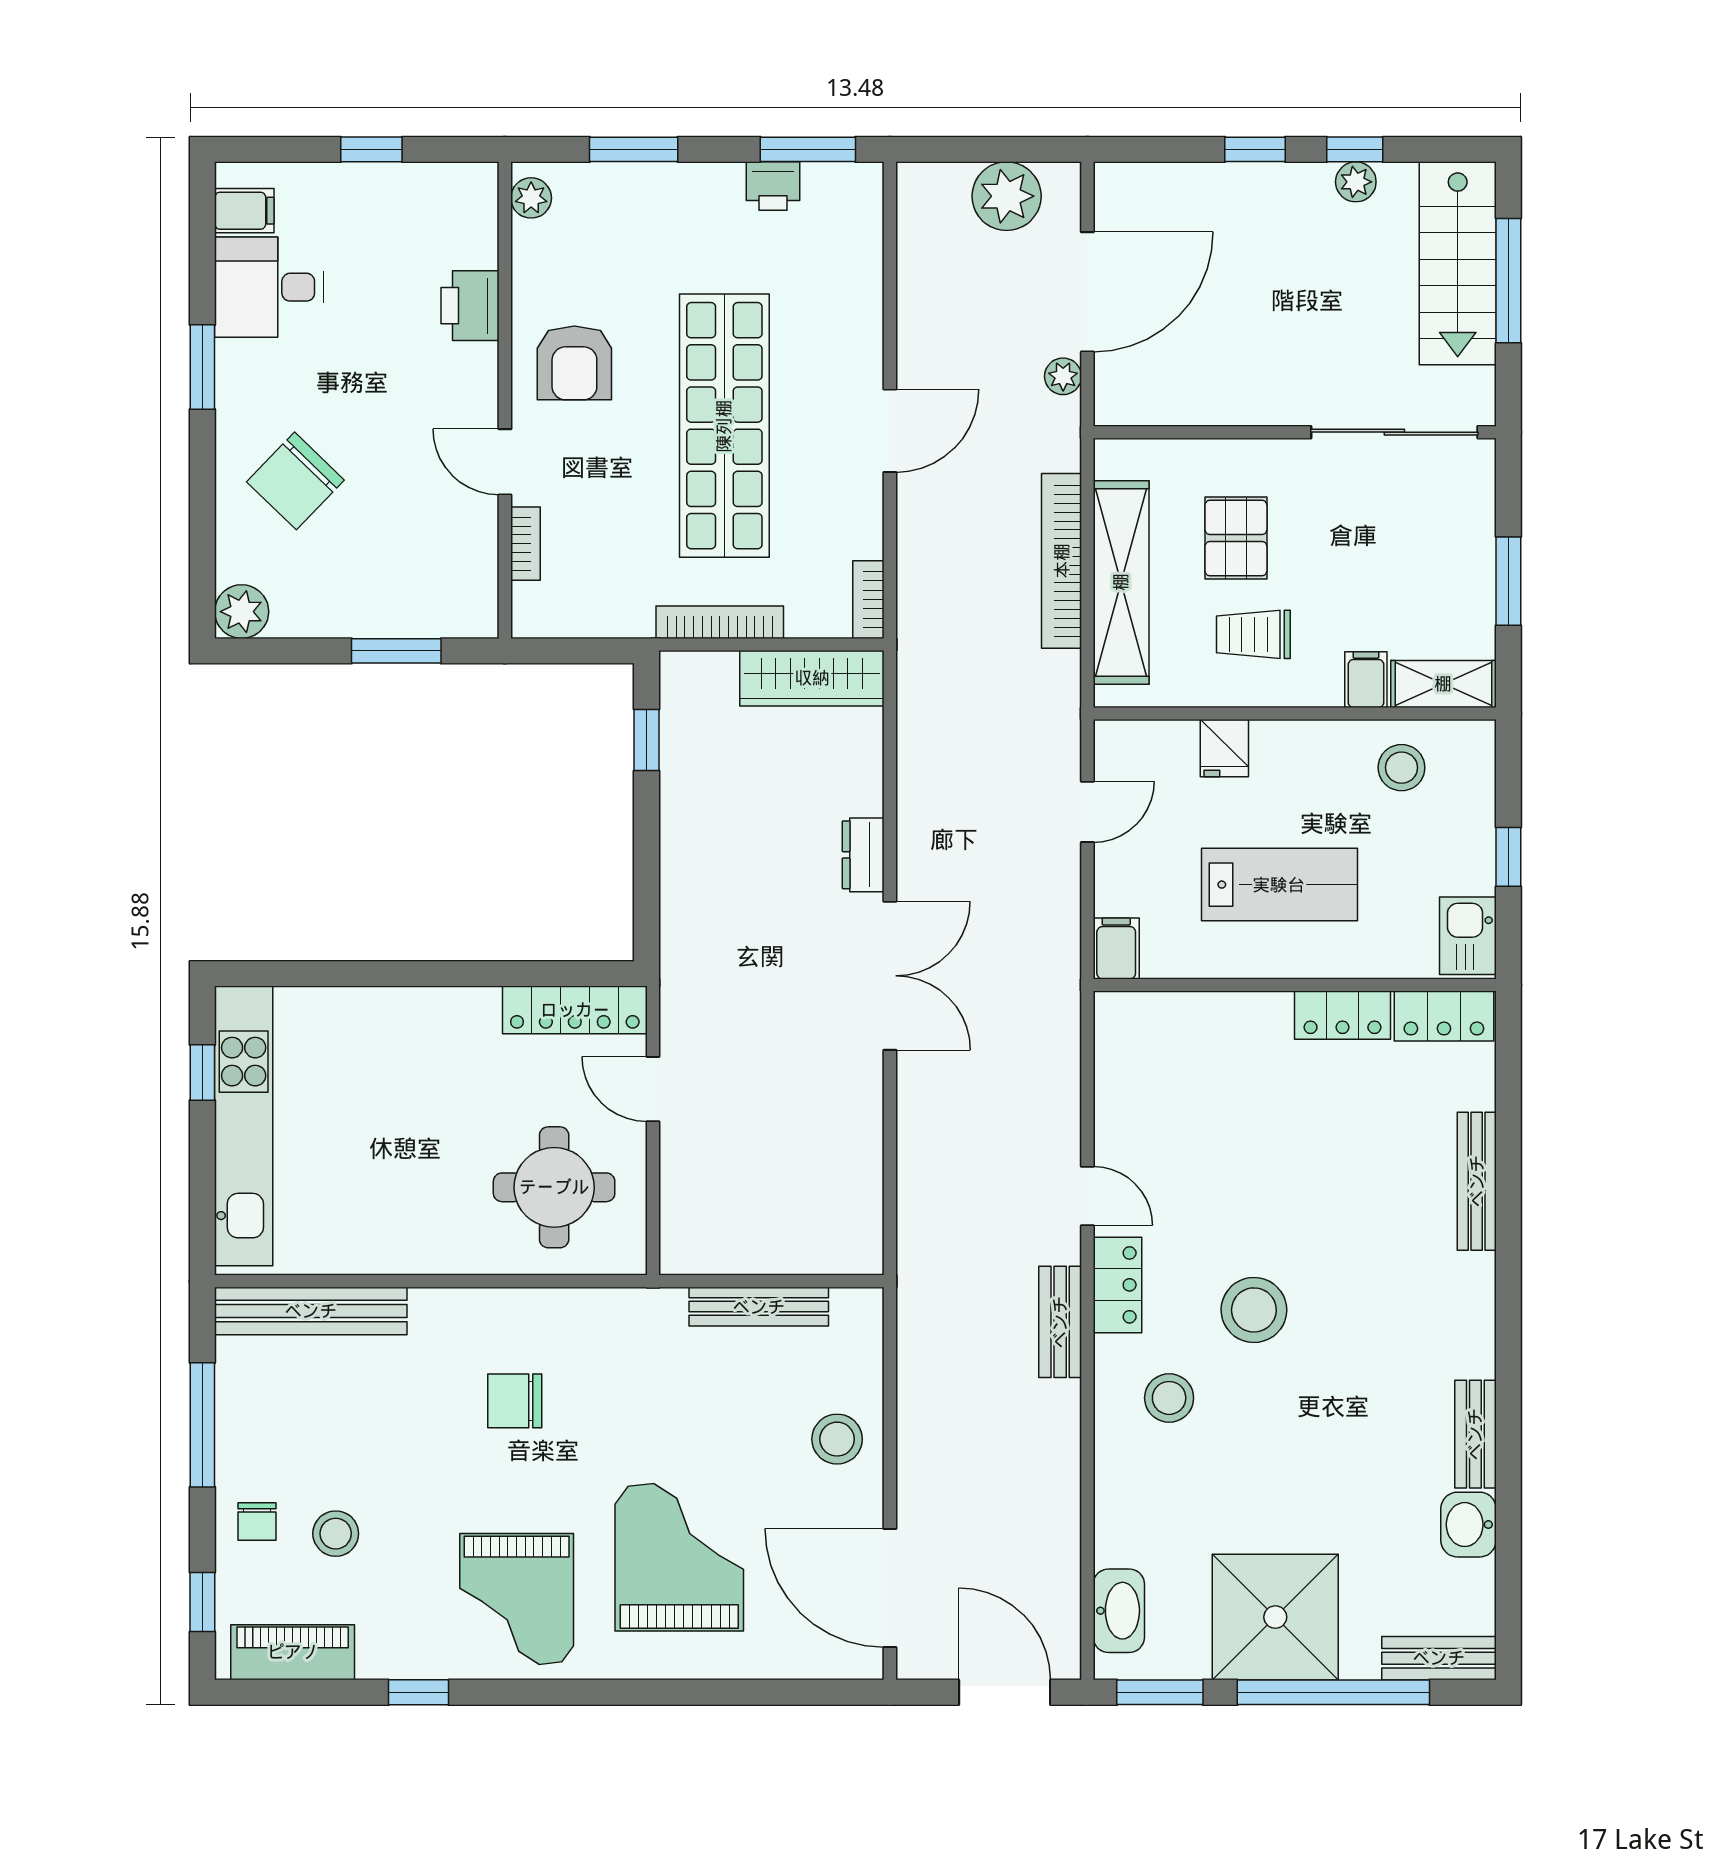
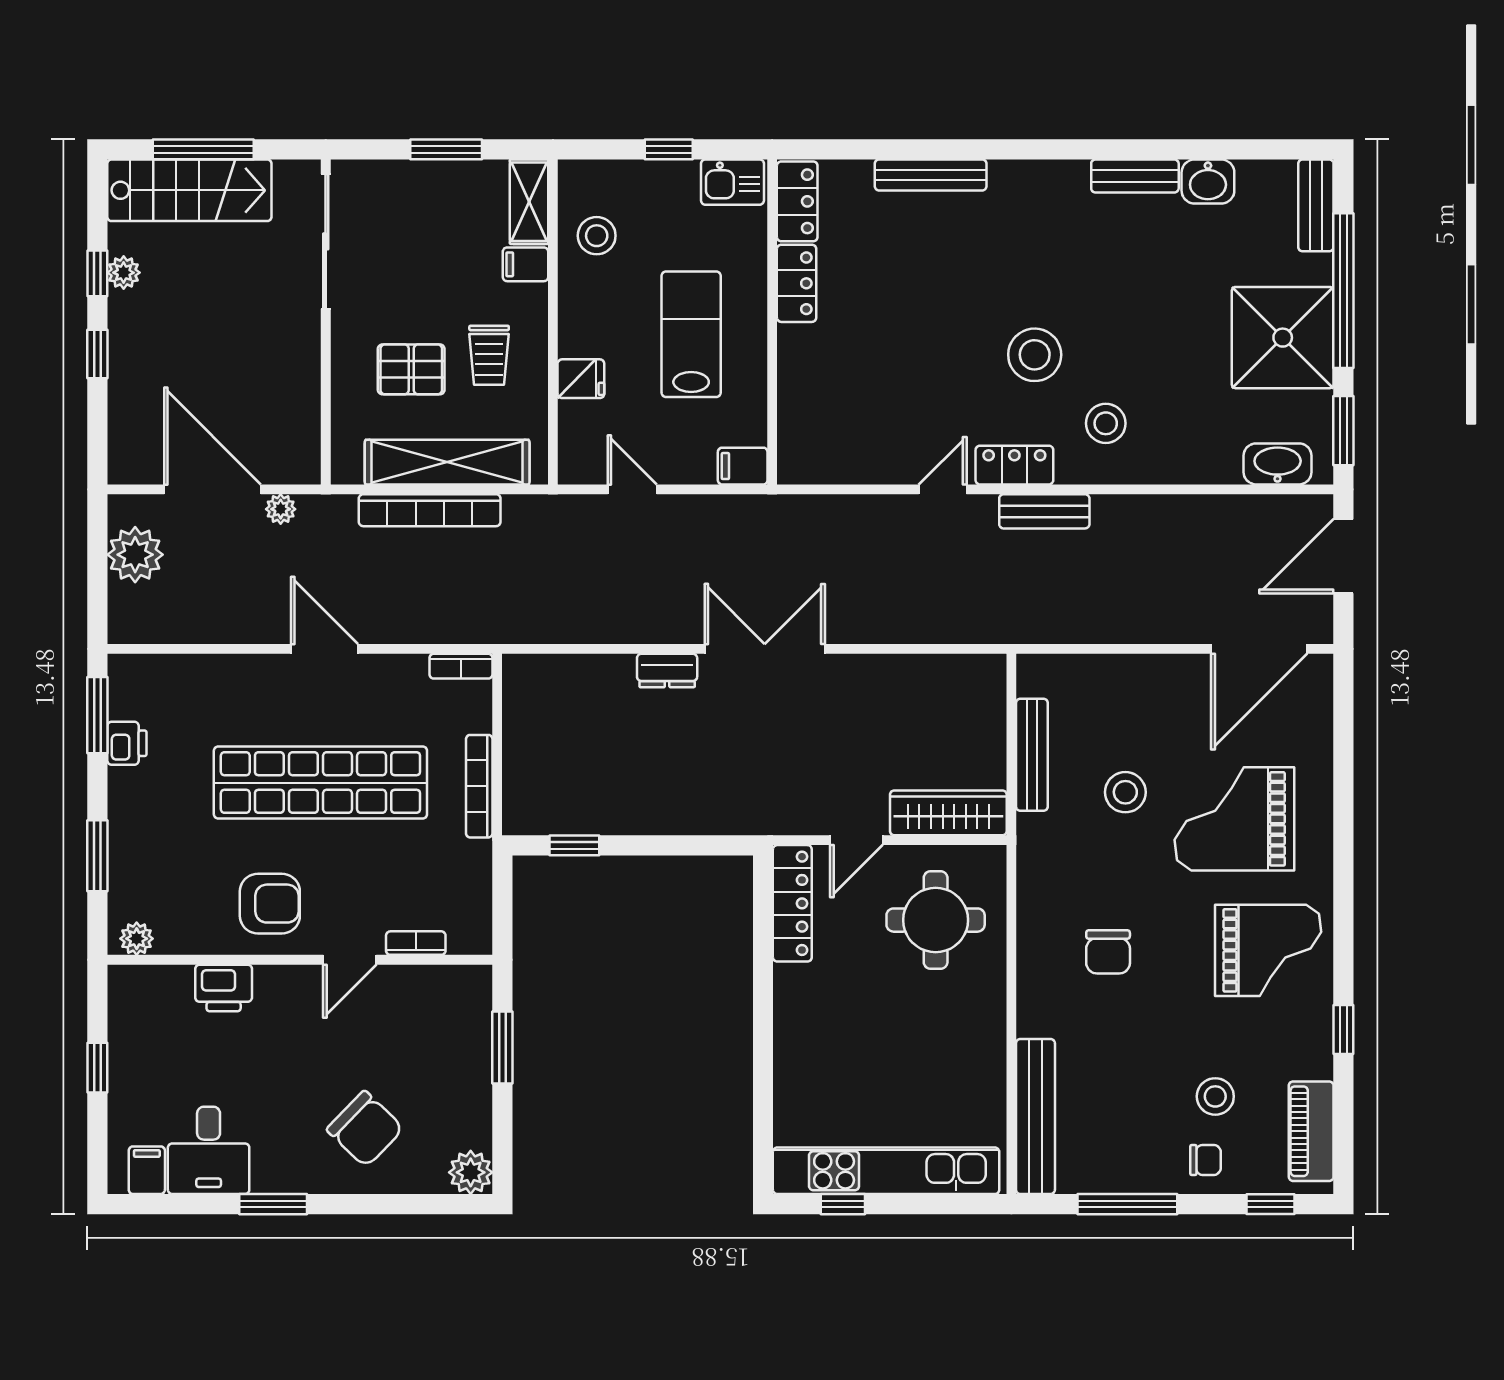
wardrobe: (812, 678) -> (948, 813), moved, turned -90
stool: (837, 1439) -> (1125, 792), moved

